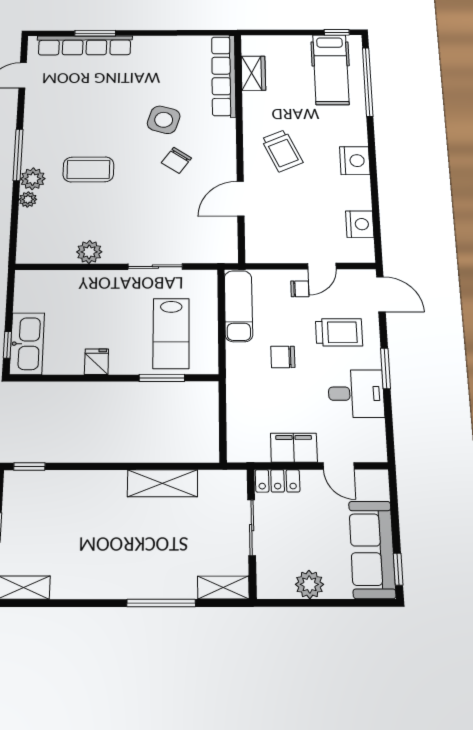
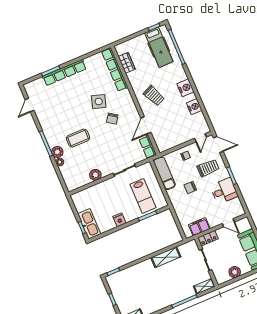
row of seats: (85, 45) -> (64, 73), moved
nightstand: (360, 224) -> (194, 107), moved
row of seats: (226, 241) -> (148, 147), added
door: (322, 266) -> (201, 138), moved
filing cabinet: (294, 448) -> (199, 227), moved

